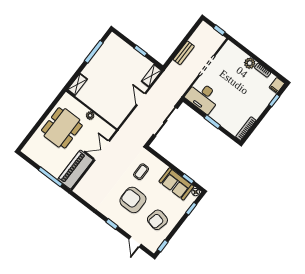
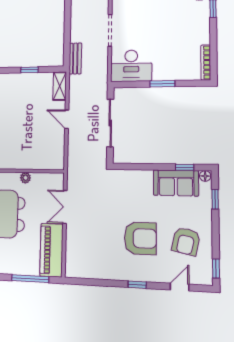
bench: (184, 53) -> (75, 58), moved
coffee table: (141, 172) -> (125, 199), removed
armchair: (133, 200) -> (140, 238), turned 180
door: (135, 242) -> (180, 287), swing flipped

